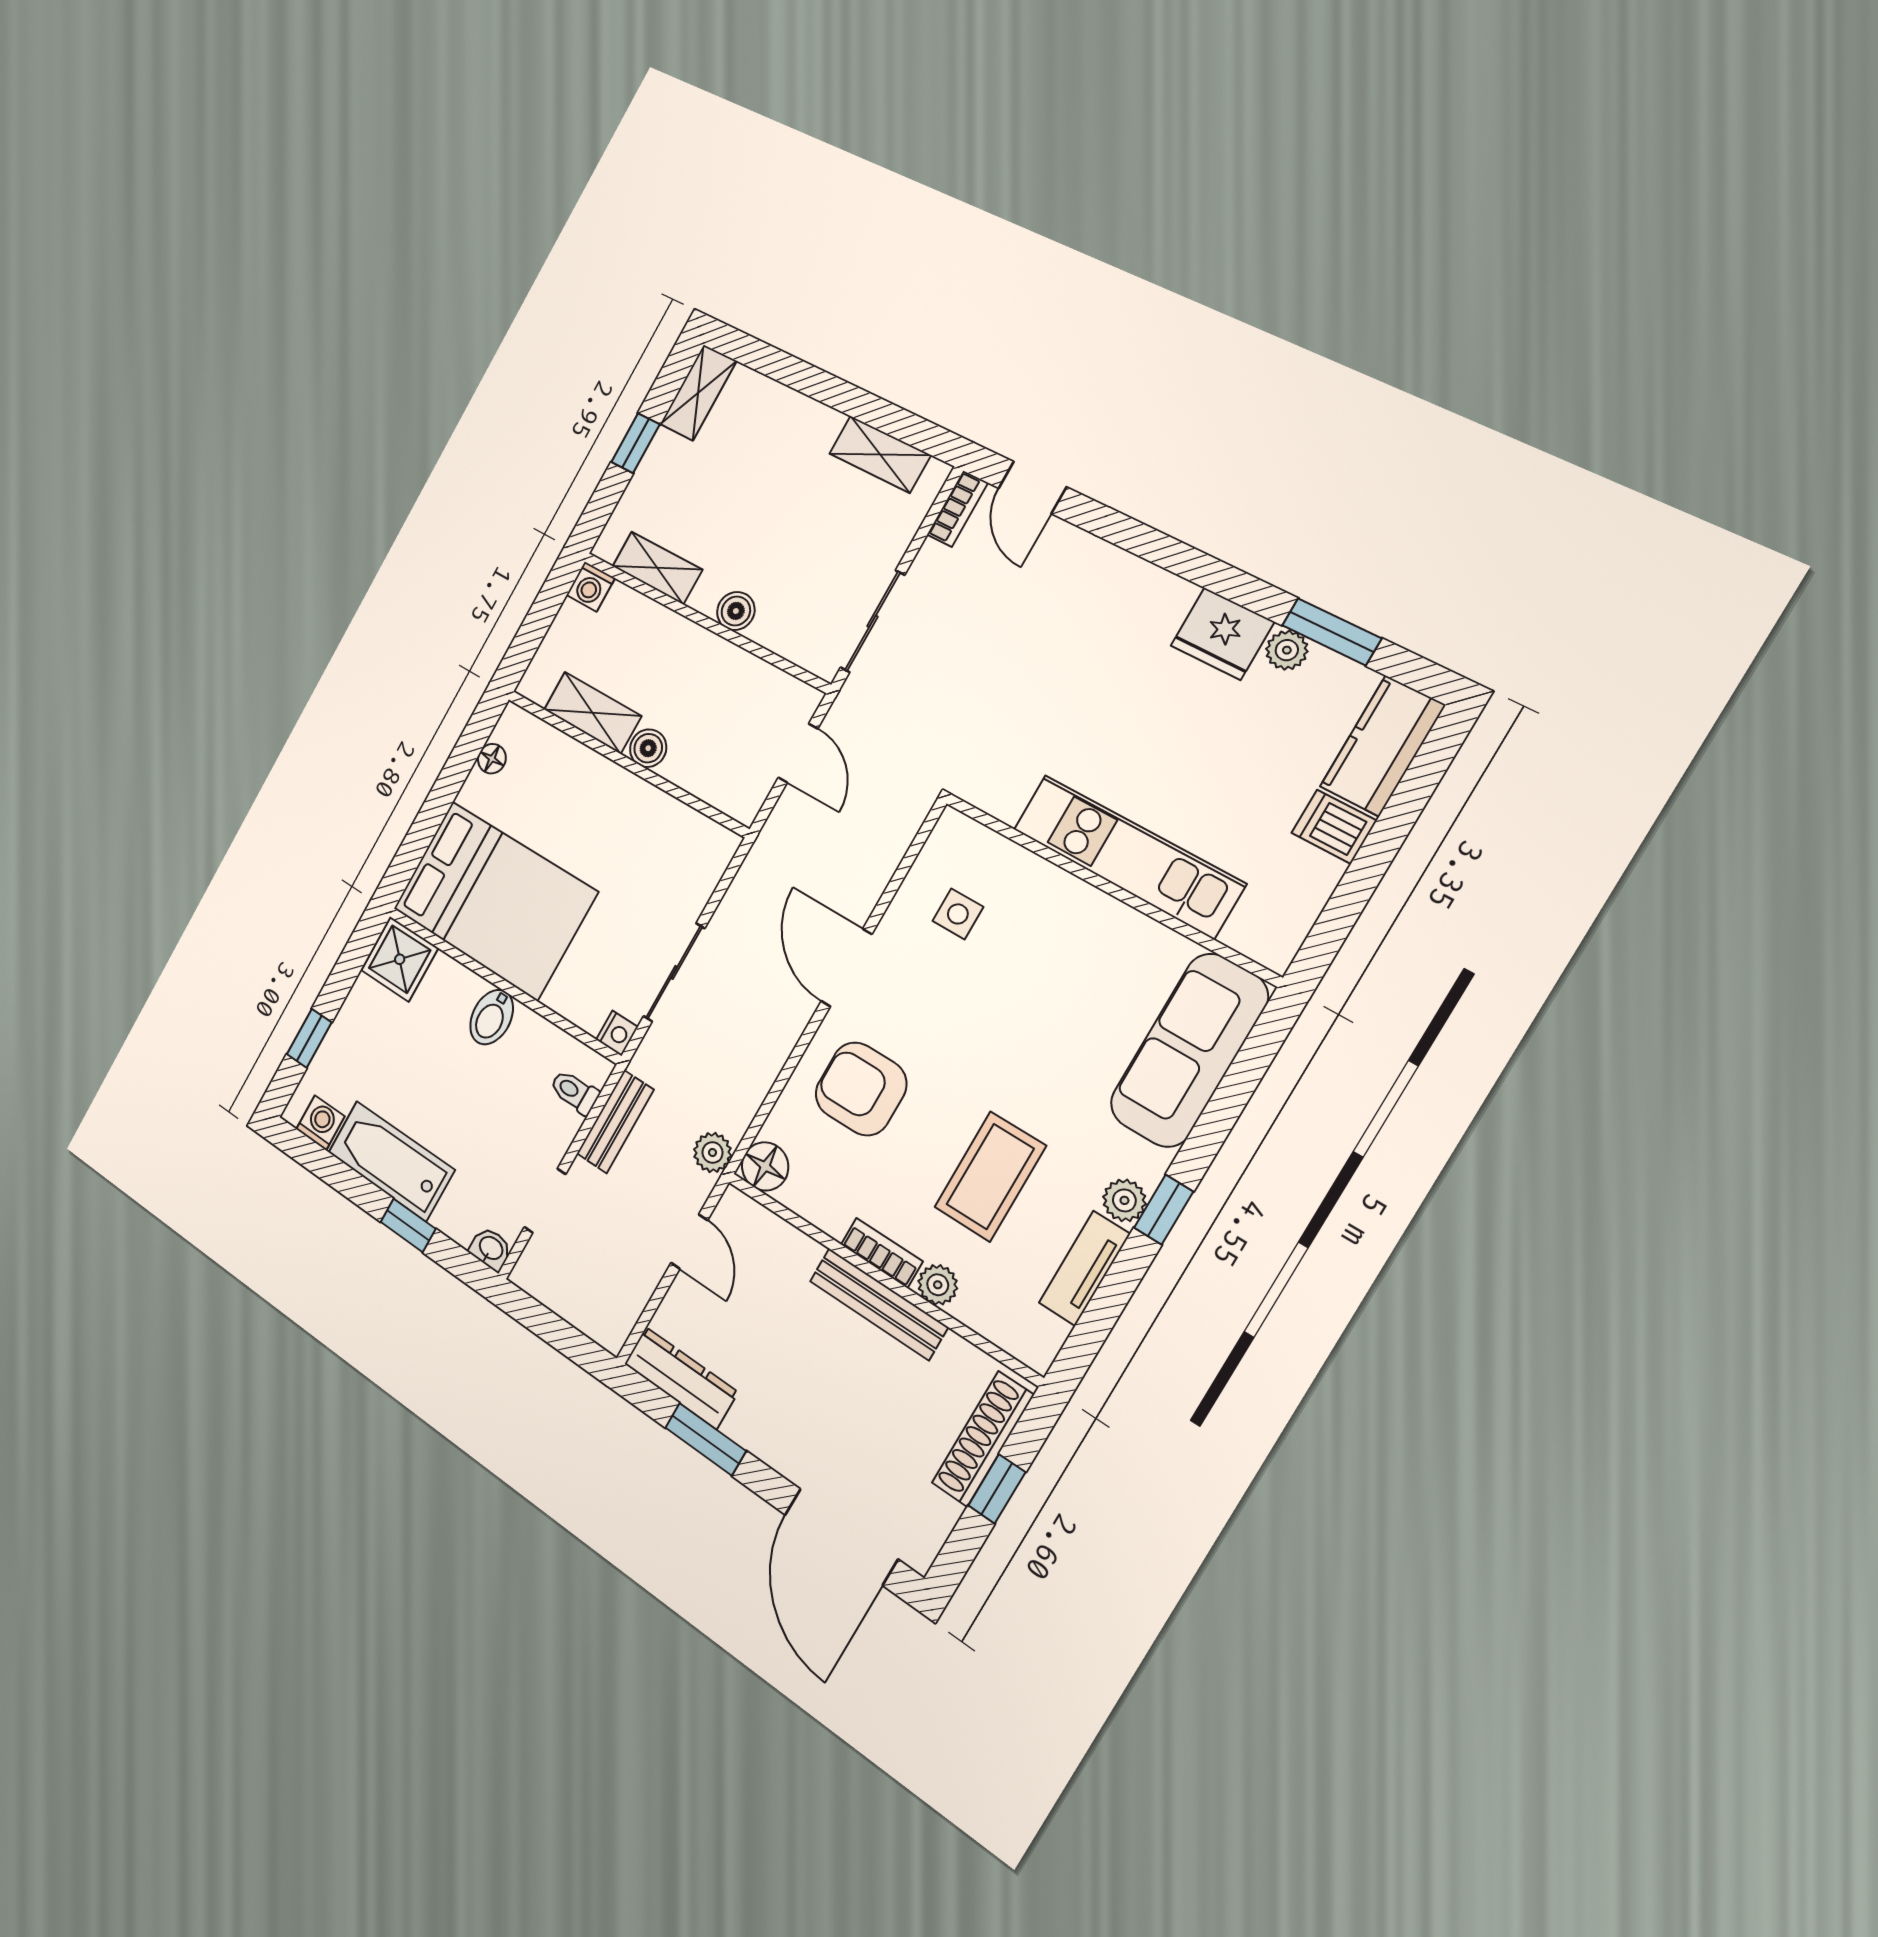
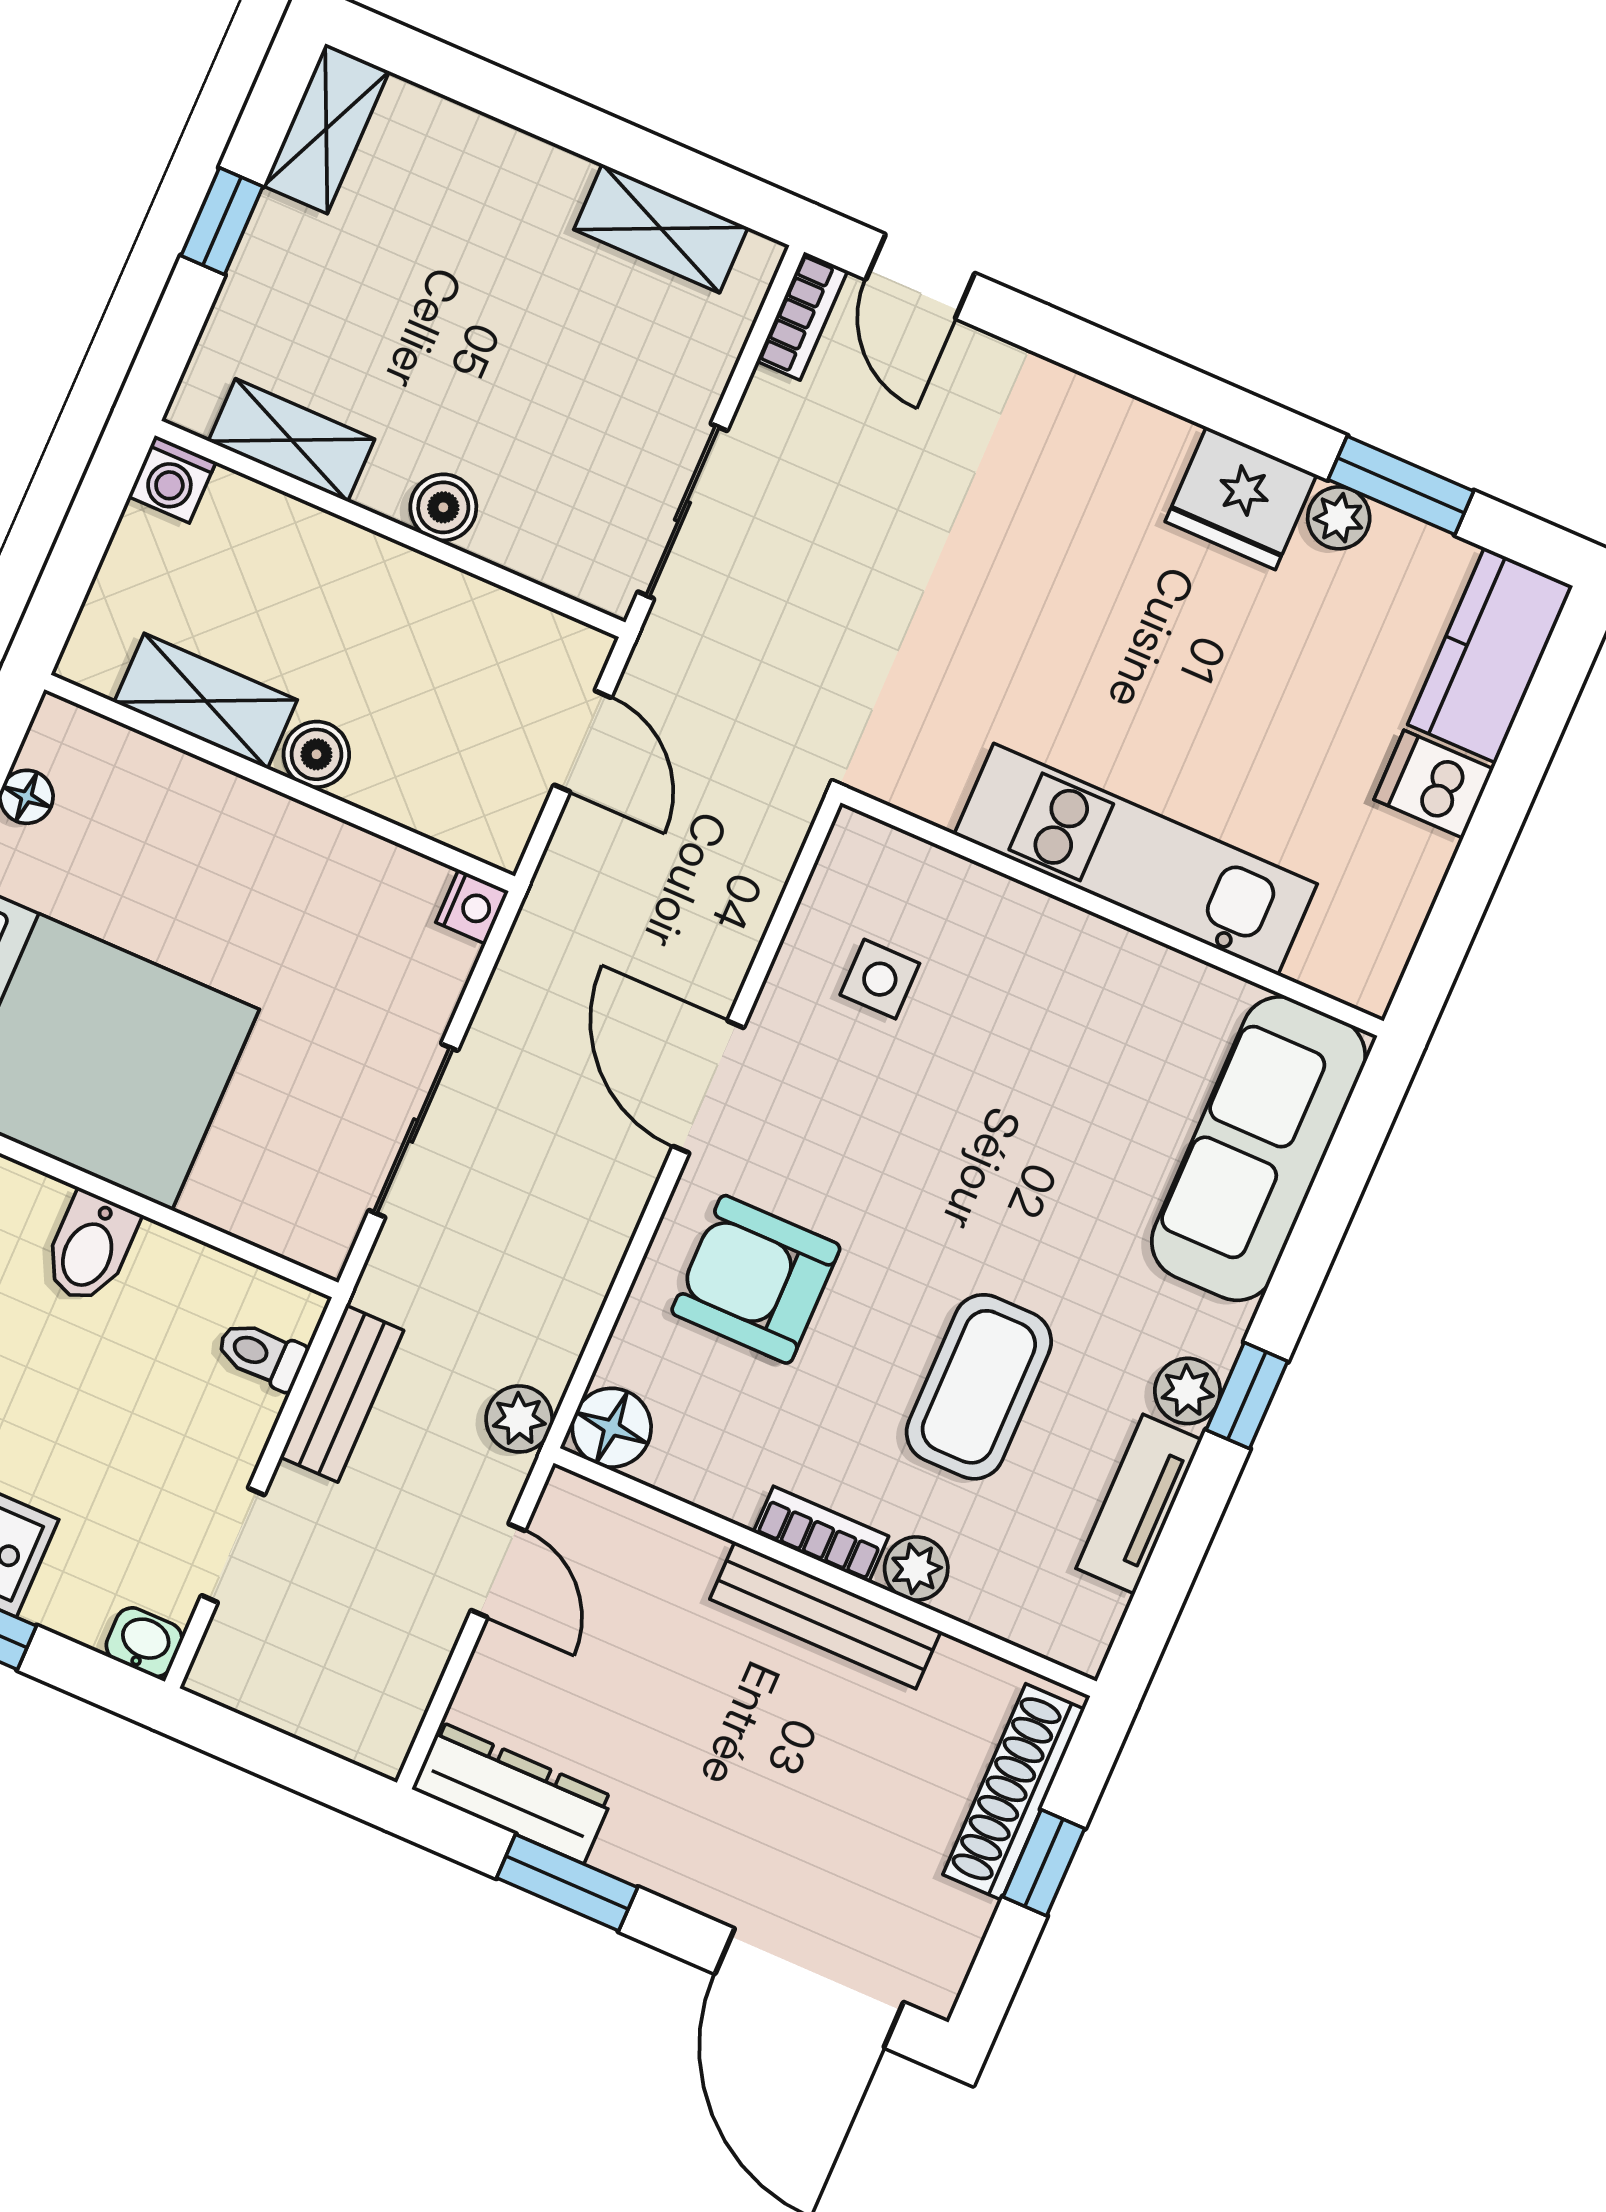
nightstand: (617, 1033) -> (472, 907), moved

